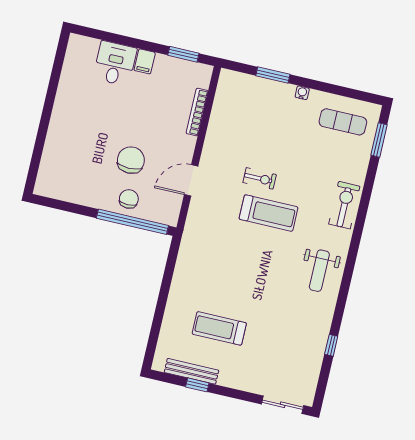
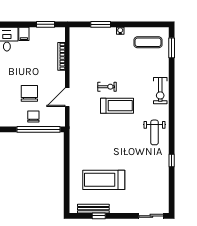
exercise bike: (344, 205) -> (160, 91), turned 180
treadmill: (219, 328) -> (104, 180), width x1.37, depth x1.38
window: (331, 345) -> (172, 161), moved

